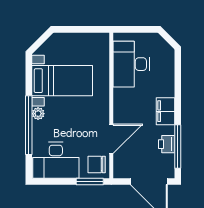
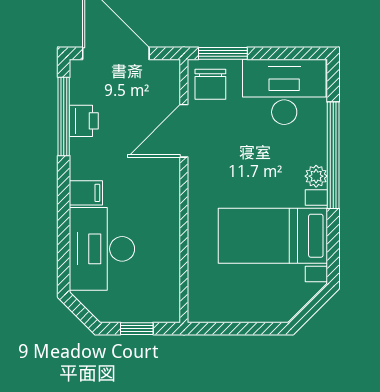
window: (137, 29) -> (137, 329), added
desk: (131, 64) -> (102, 249), moved, turned 180
filing cabinet: (166, 111) -> (86, 193), width x0.50
chair: (97, 164) -> (210, 84), turned 90

